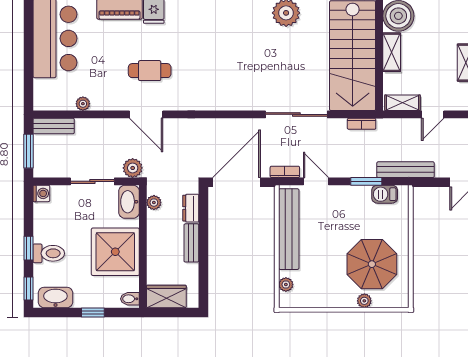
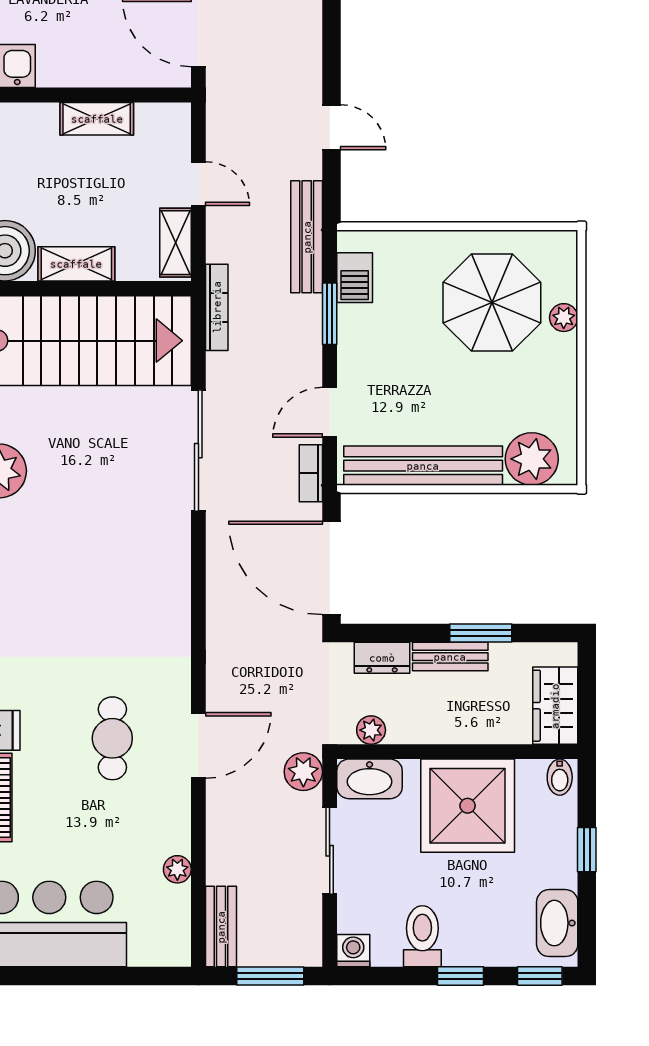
bookcase: (362, 124) -> (217, 307), width x1.56
toilet: (49, 253) -> (422, 936), moved
window: (203, 259) -> (481, 633), added
plant: (286, 285) -> (532, 459), width x1.87, depth x1.87

